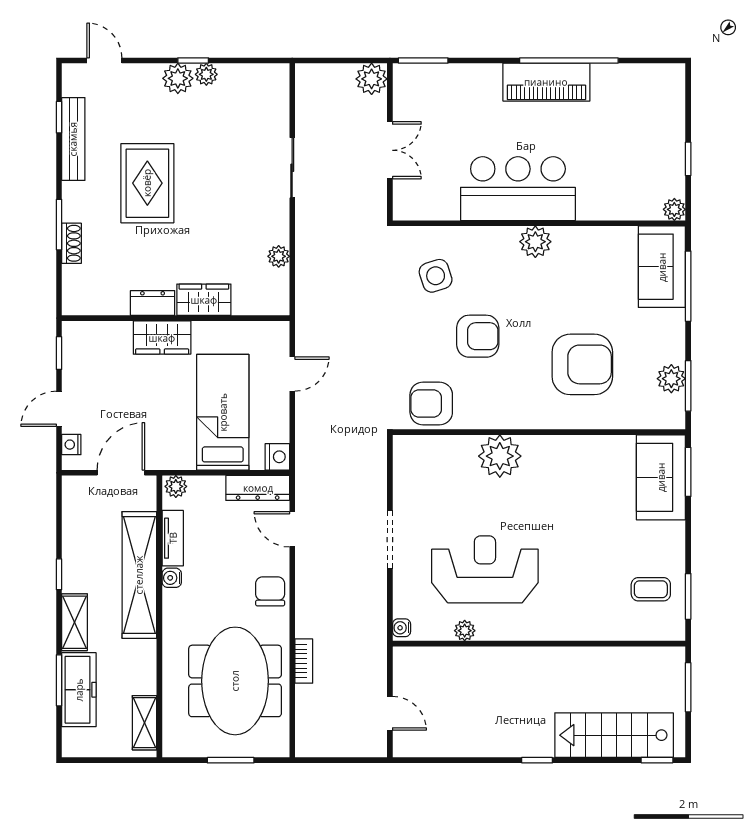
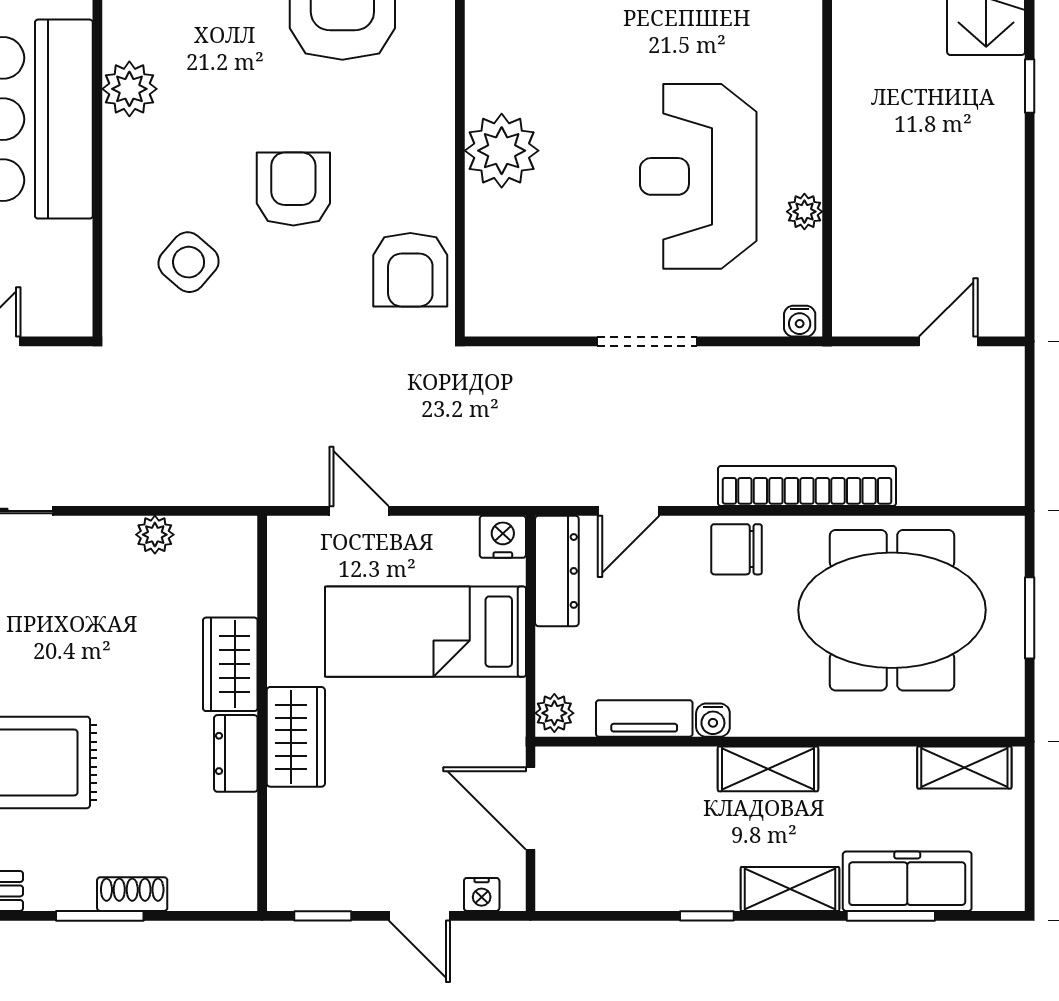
side table: (436, 276) -> (189, 262), turned -31
shelving: (139, 575) -> (768, 769), width x0.45, depth x0.75
bookcase: (304, 661) -> (807, 486), width x2.31, depth x1.31

